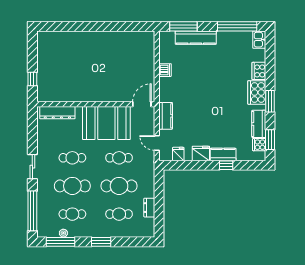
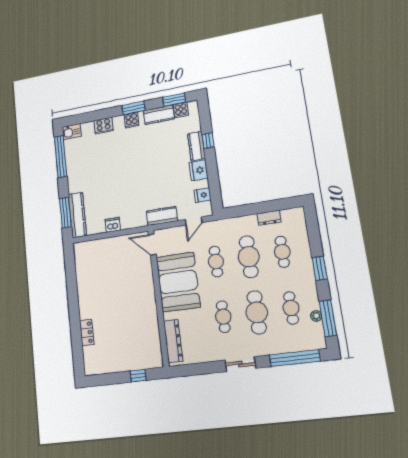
locker: (74, 36) -> (87, 333), added
kitchen counter: (196, 38) -> (77, 215), moved
cooker: (257, 92) -> (131, 120), width x0.53, depth x0.76

